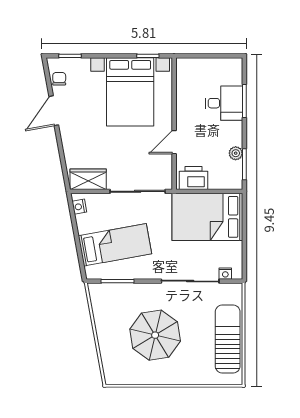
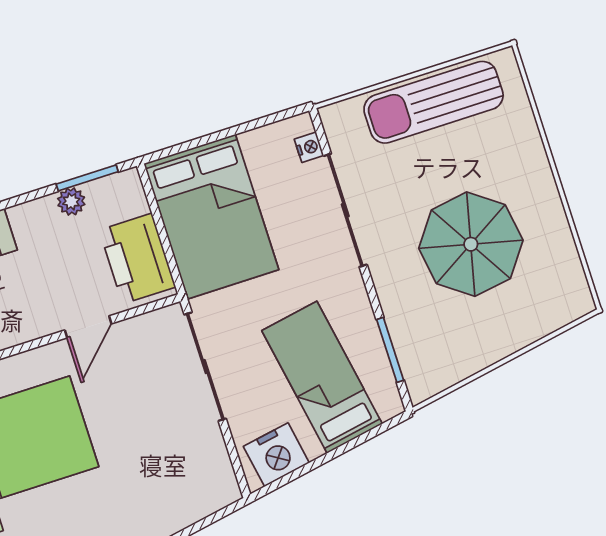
door: (174, 142) -> (88, 327), hinge flipped
printer: (194, 178) -> (137, 259), width x1.37, depth x1.19
wardrobe: (88, 179) -> (212, 469), removed
nightstand: (79, 207) -> (276, 455), width x1.89, depth x1.79

